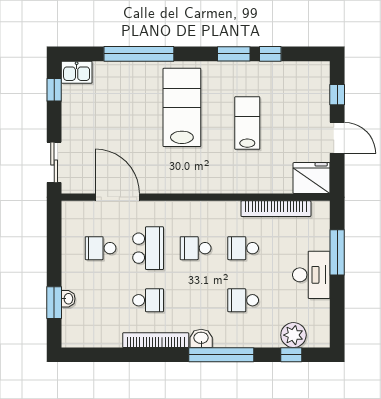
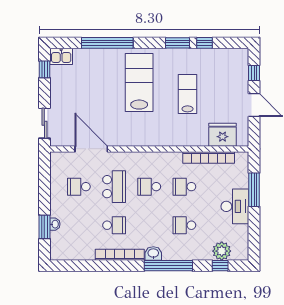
fridge: (312, 178) -> (223, 135), moved

